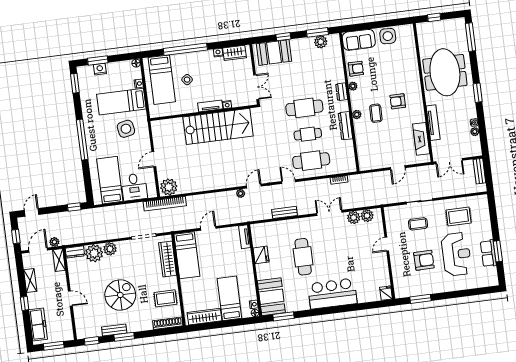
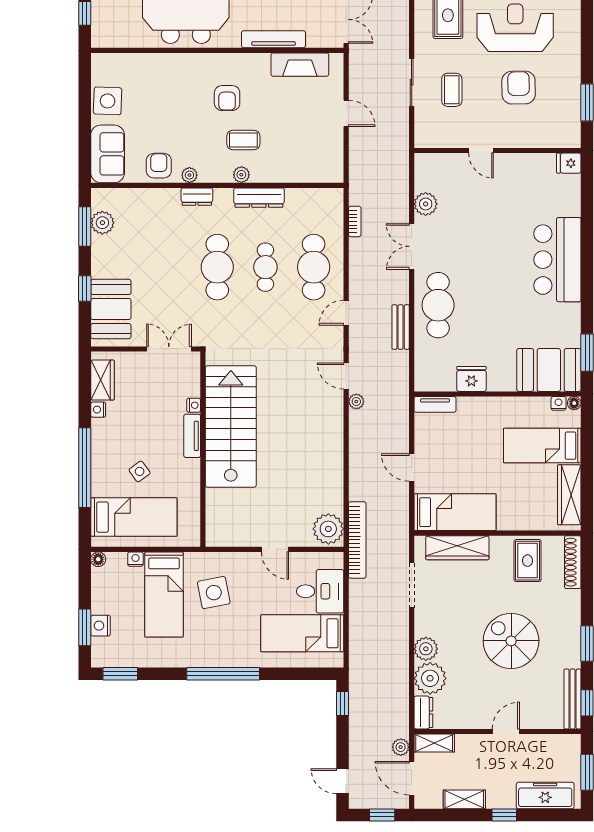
plant: (367, 216) -> (425, 179), removed
cafe table: (303, 257) -> (438, 305), moved, turned 90
bench: (114, 330) -> (573, 699), moved, width x1.36

